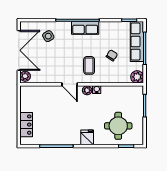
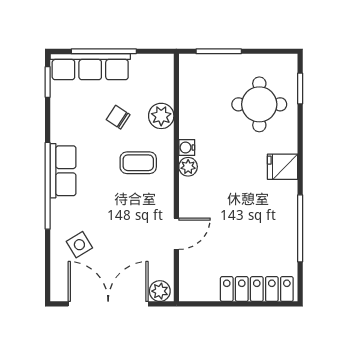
plant: (137, 77) -> (161, 116), moved
door: (70, 84) -> (176, 234), moved
locker: (26, 125) -> (257, 289), width x1.53

